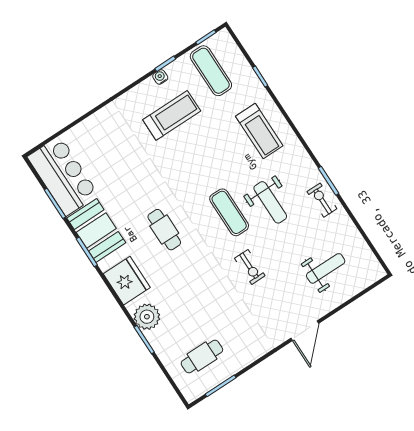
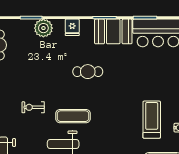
treadmill: (172, 115) -> (152, 120), turned 180
fridge: (127, 281) -> (72, 27), width x0.53, depth x0.75

